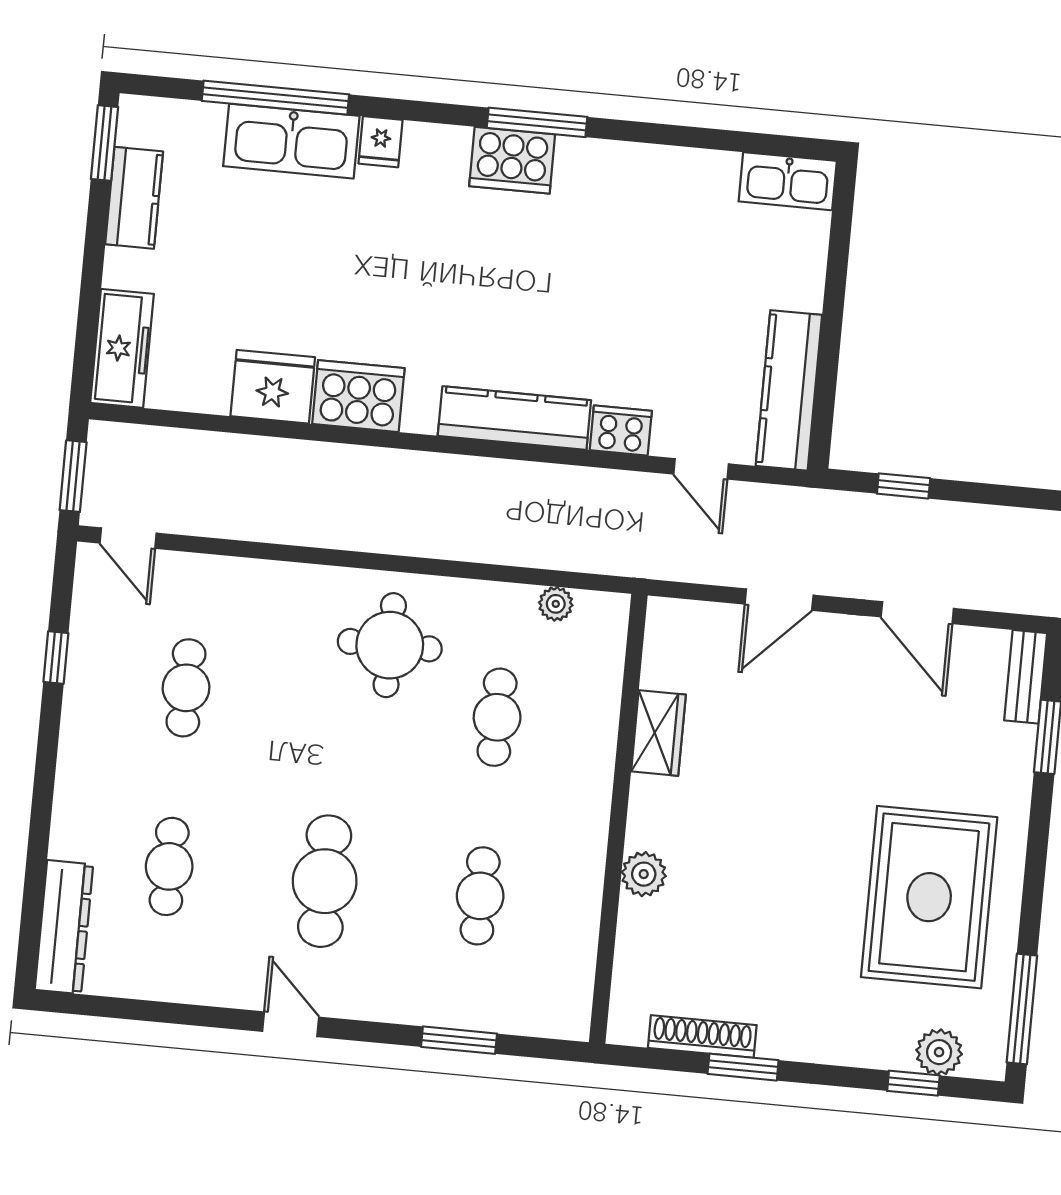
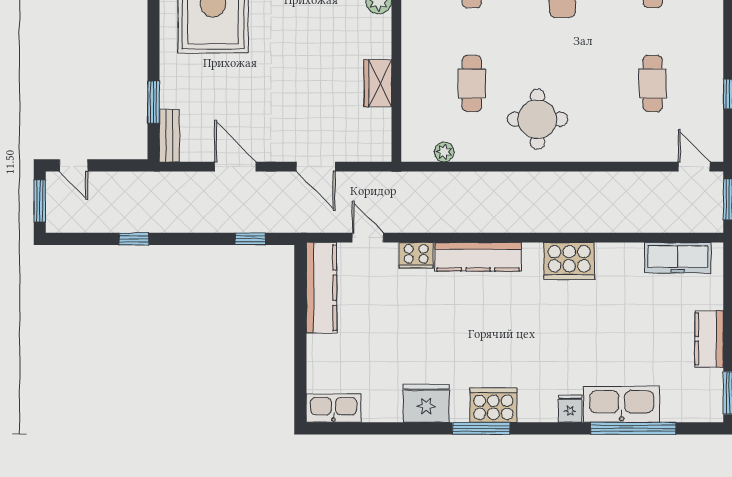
kitchen counter: (134, 198) -> (709, 339), moved
freezer: (122, 348) -> (678, 258), moved, turned -90
fridge: (273, 387) -> (426, 403), moved, turned 180
door: (779, 600) -> (316, 167), swing flipped

